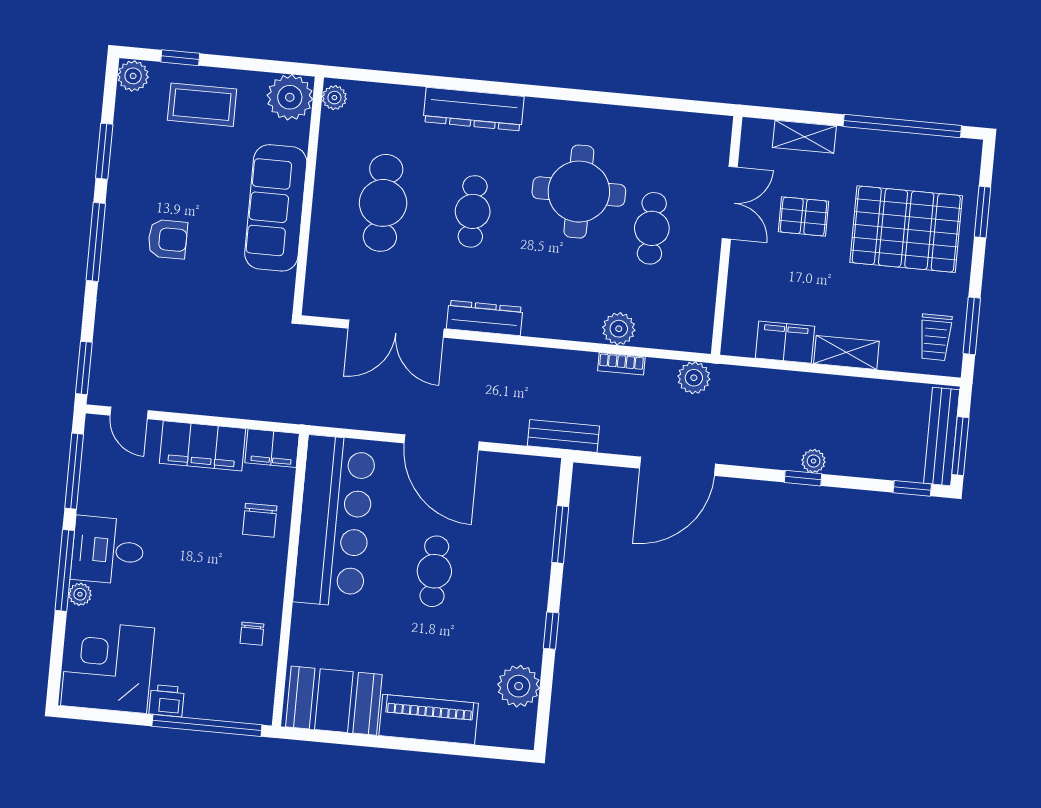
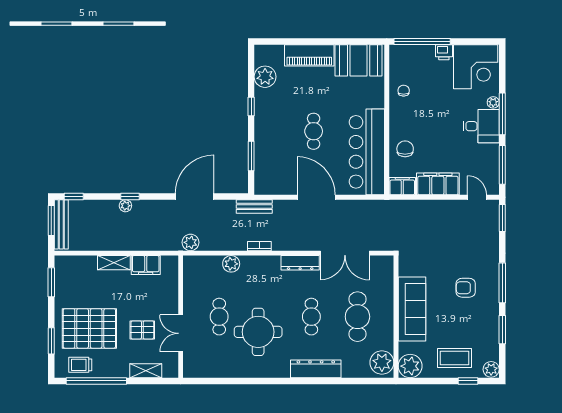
plant: (334, 98) -> (382, 362), width x1.87, depth x1.87
double door: (396, 329) -> (345, 253), swing flipped
trolley: (935, 337) -> (80, 365), moved, turned -90
bookcase: (621, 364) -> (259, 246), moved

